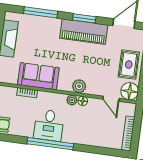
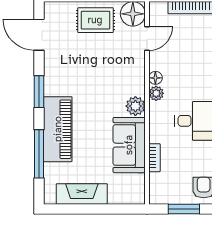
piano: (84, 32) -> (58, 129), moved
plant: (79, 86) -> (135, 106), moved

